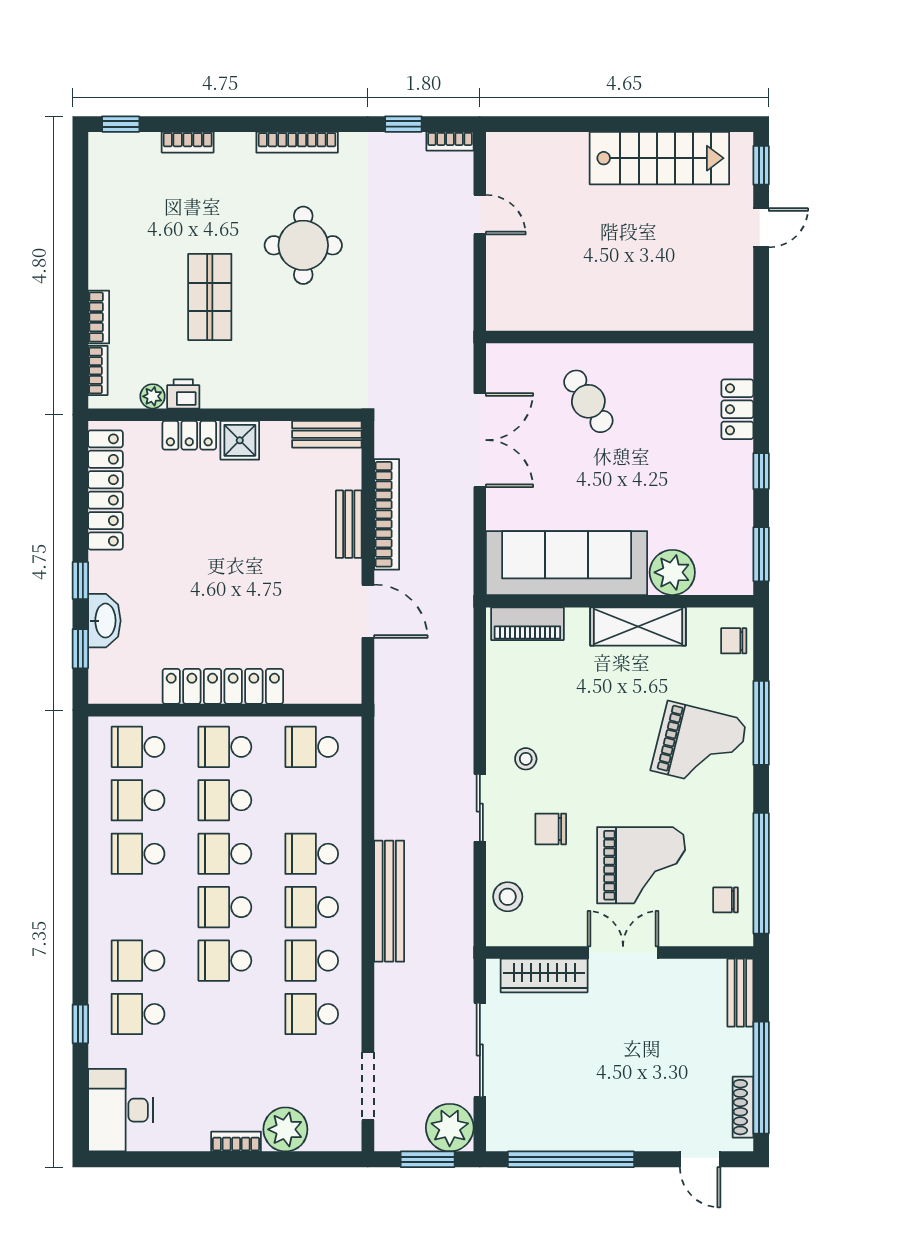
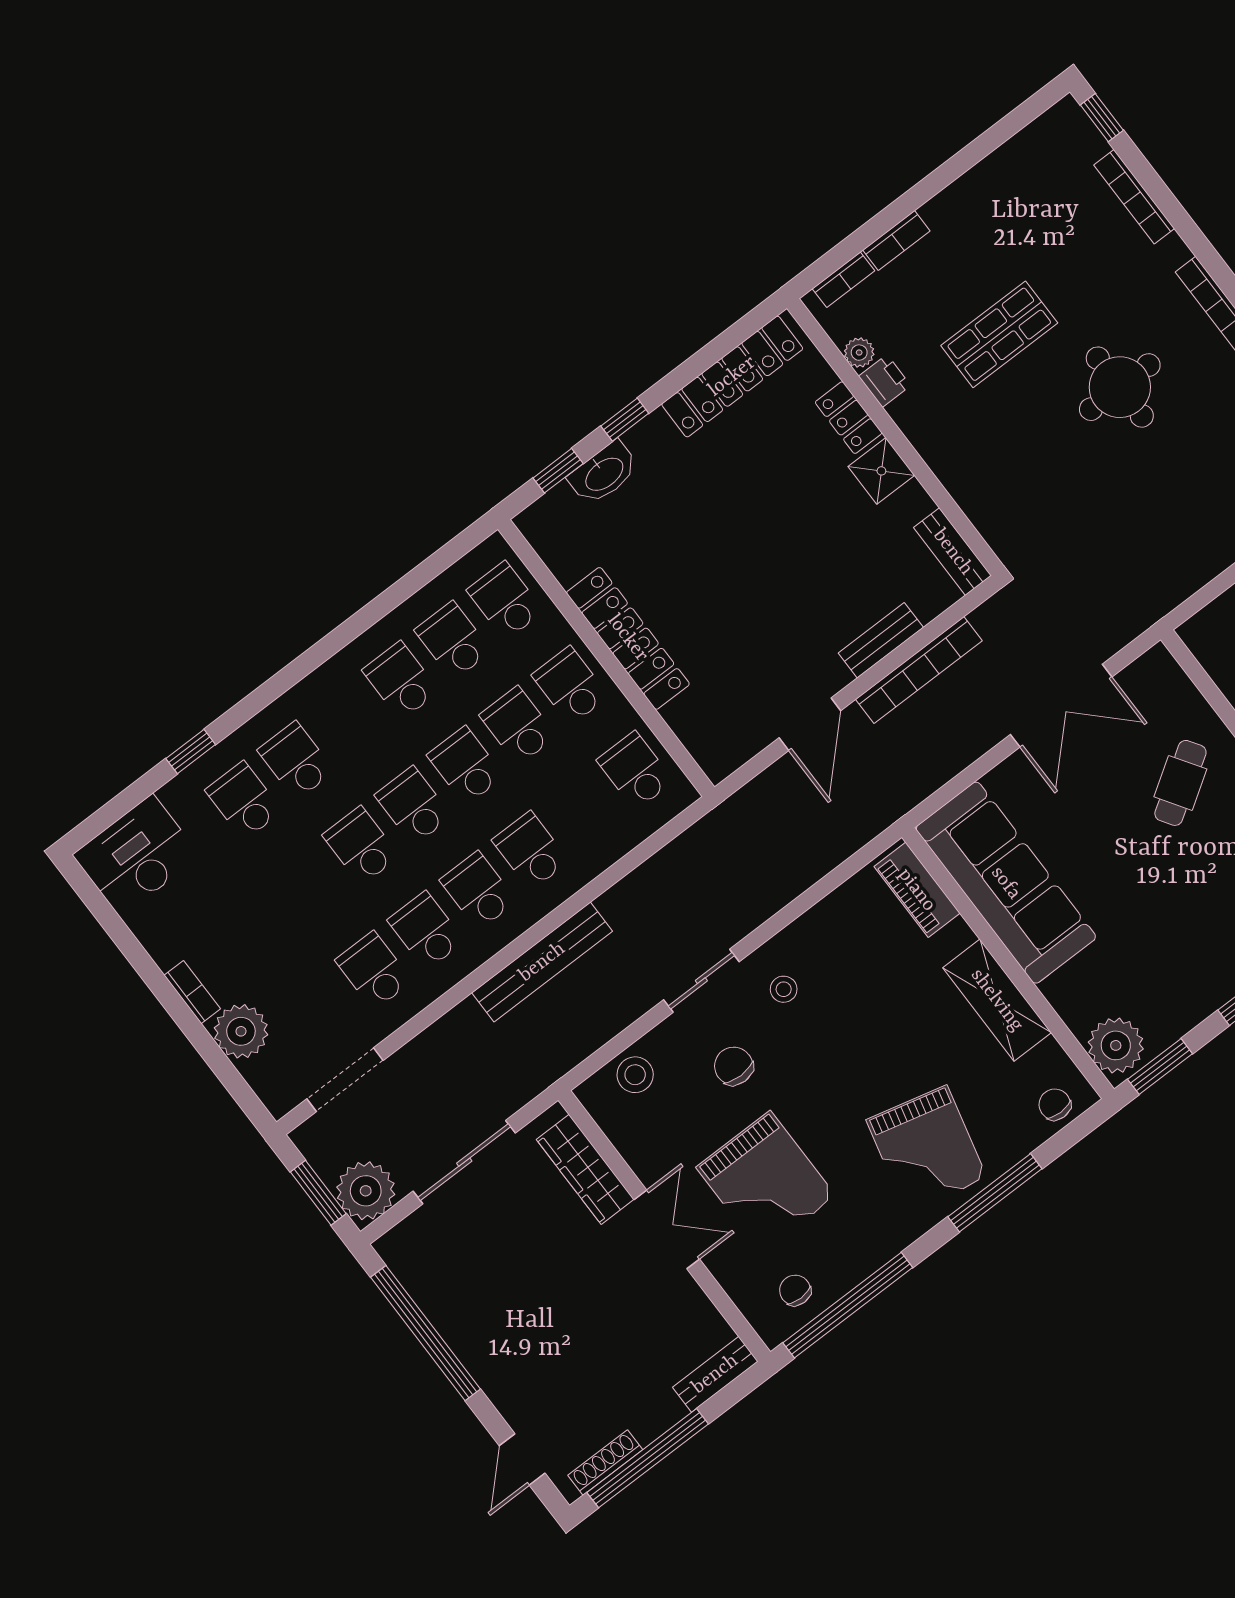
bookcase: (188, 142) -> (1134, 197), width x1.56
plant: (672, 572) -> (1116, 1045), moved

